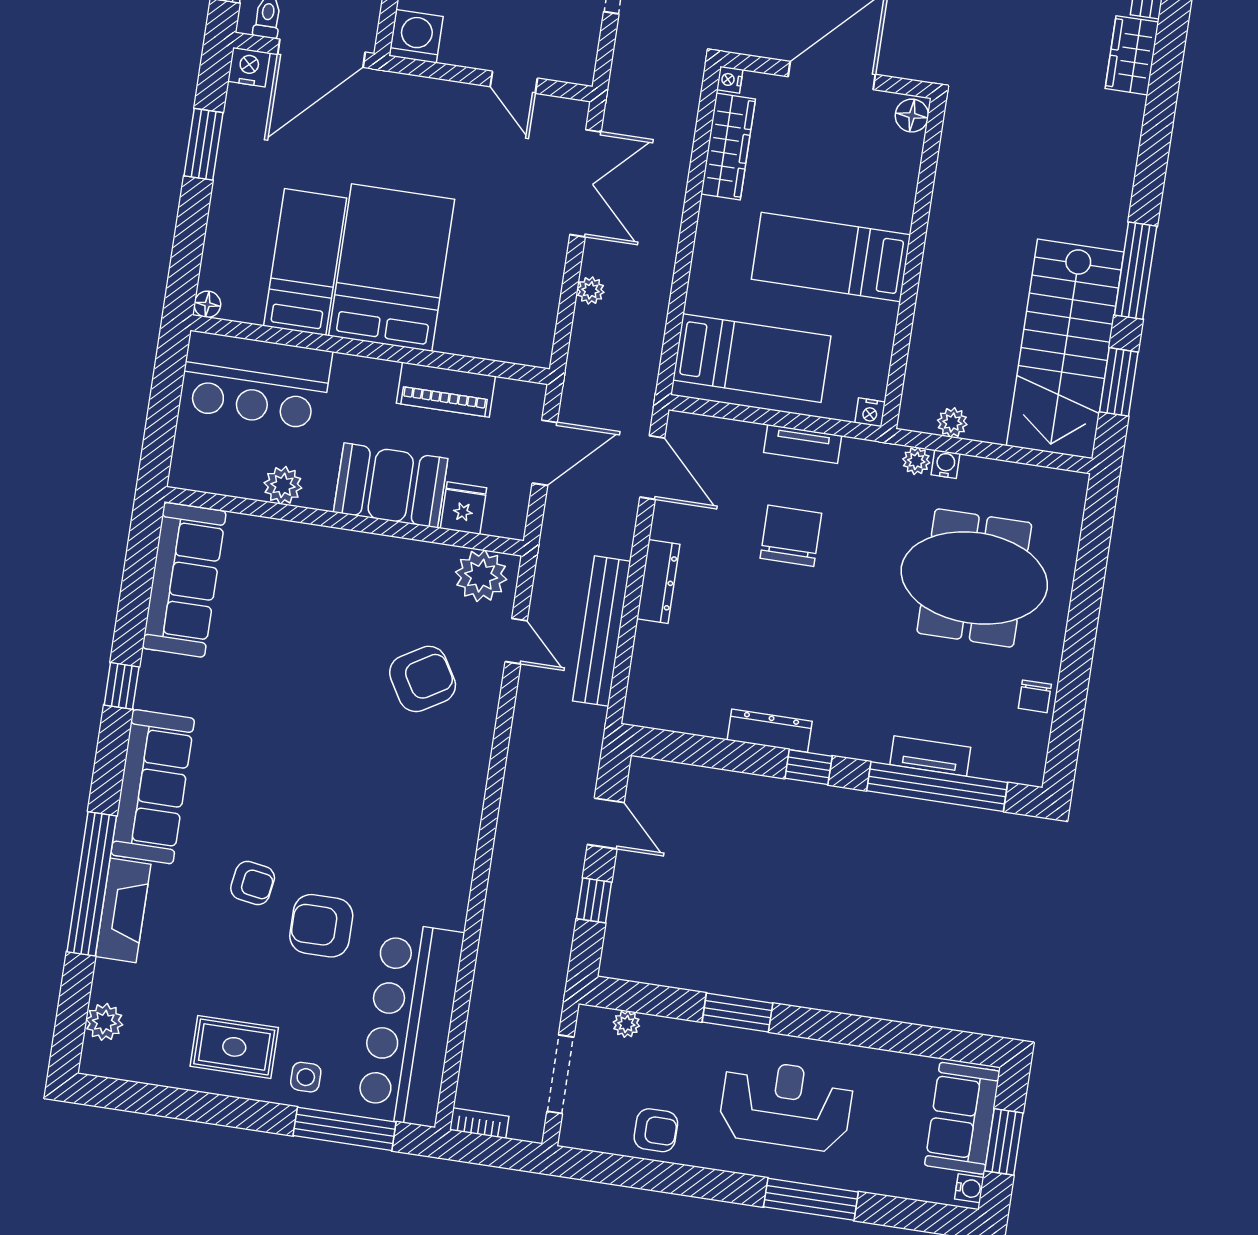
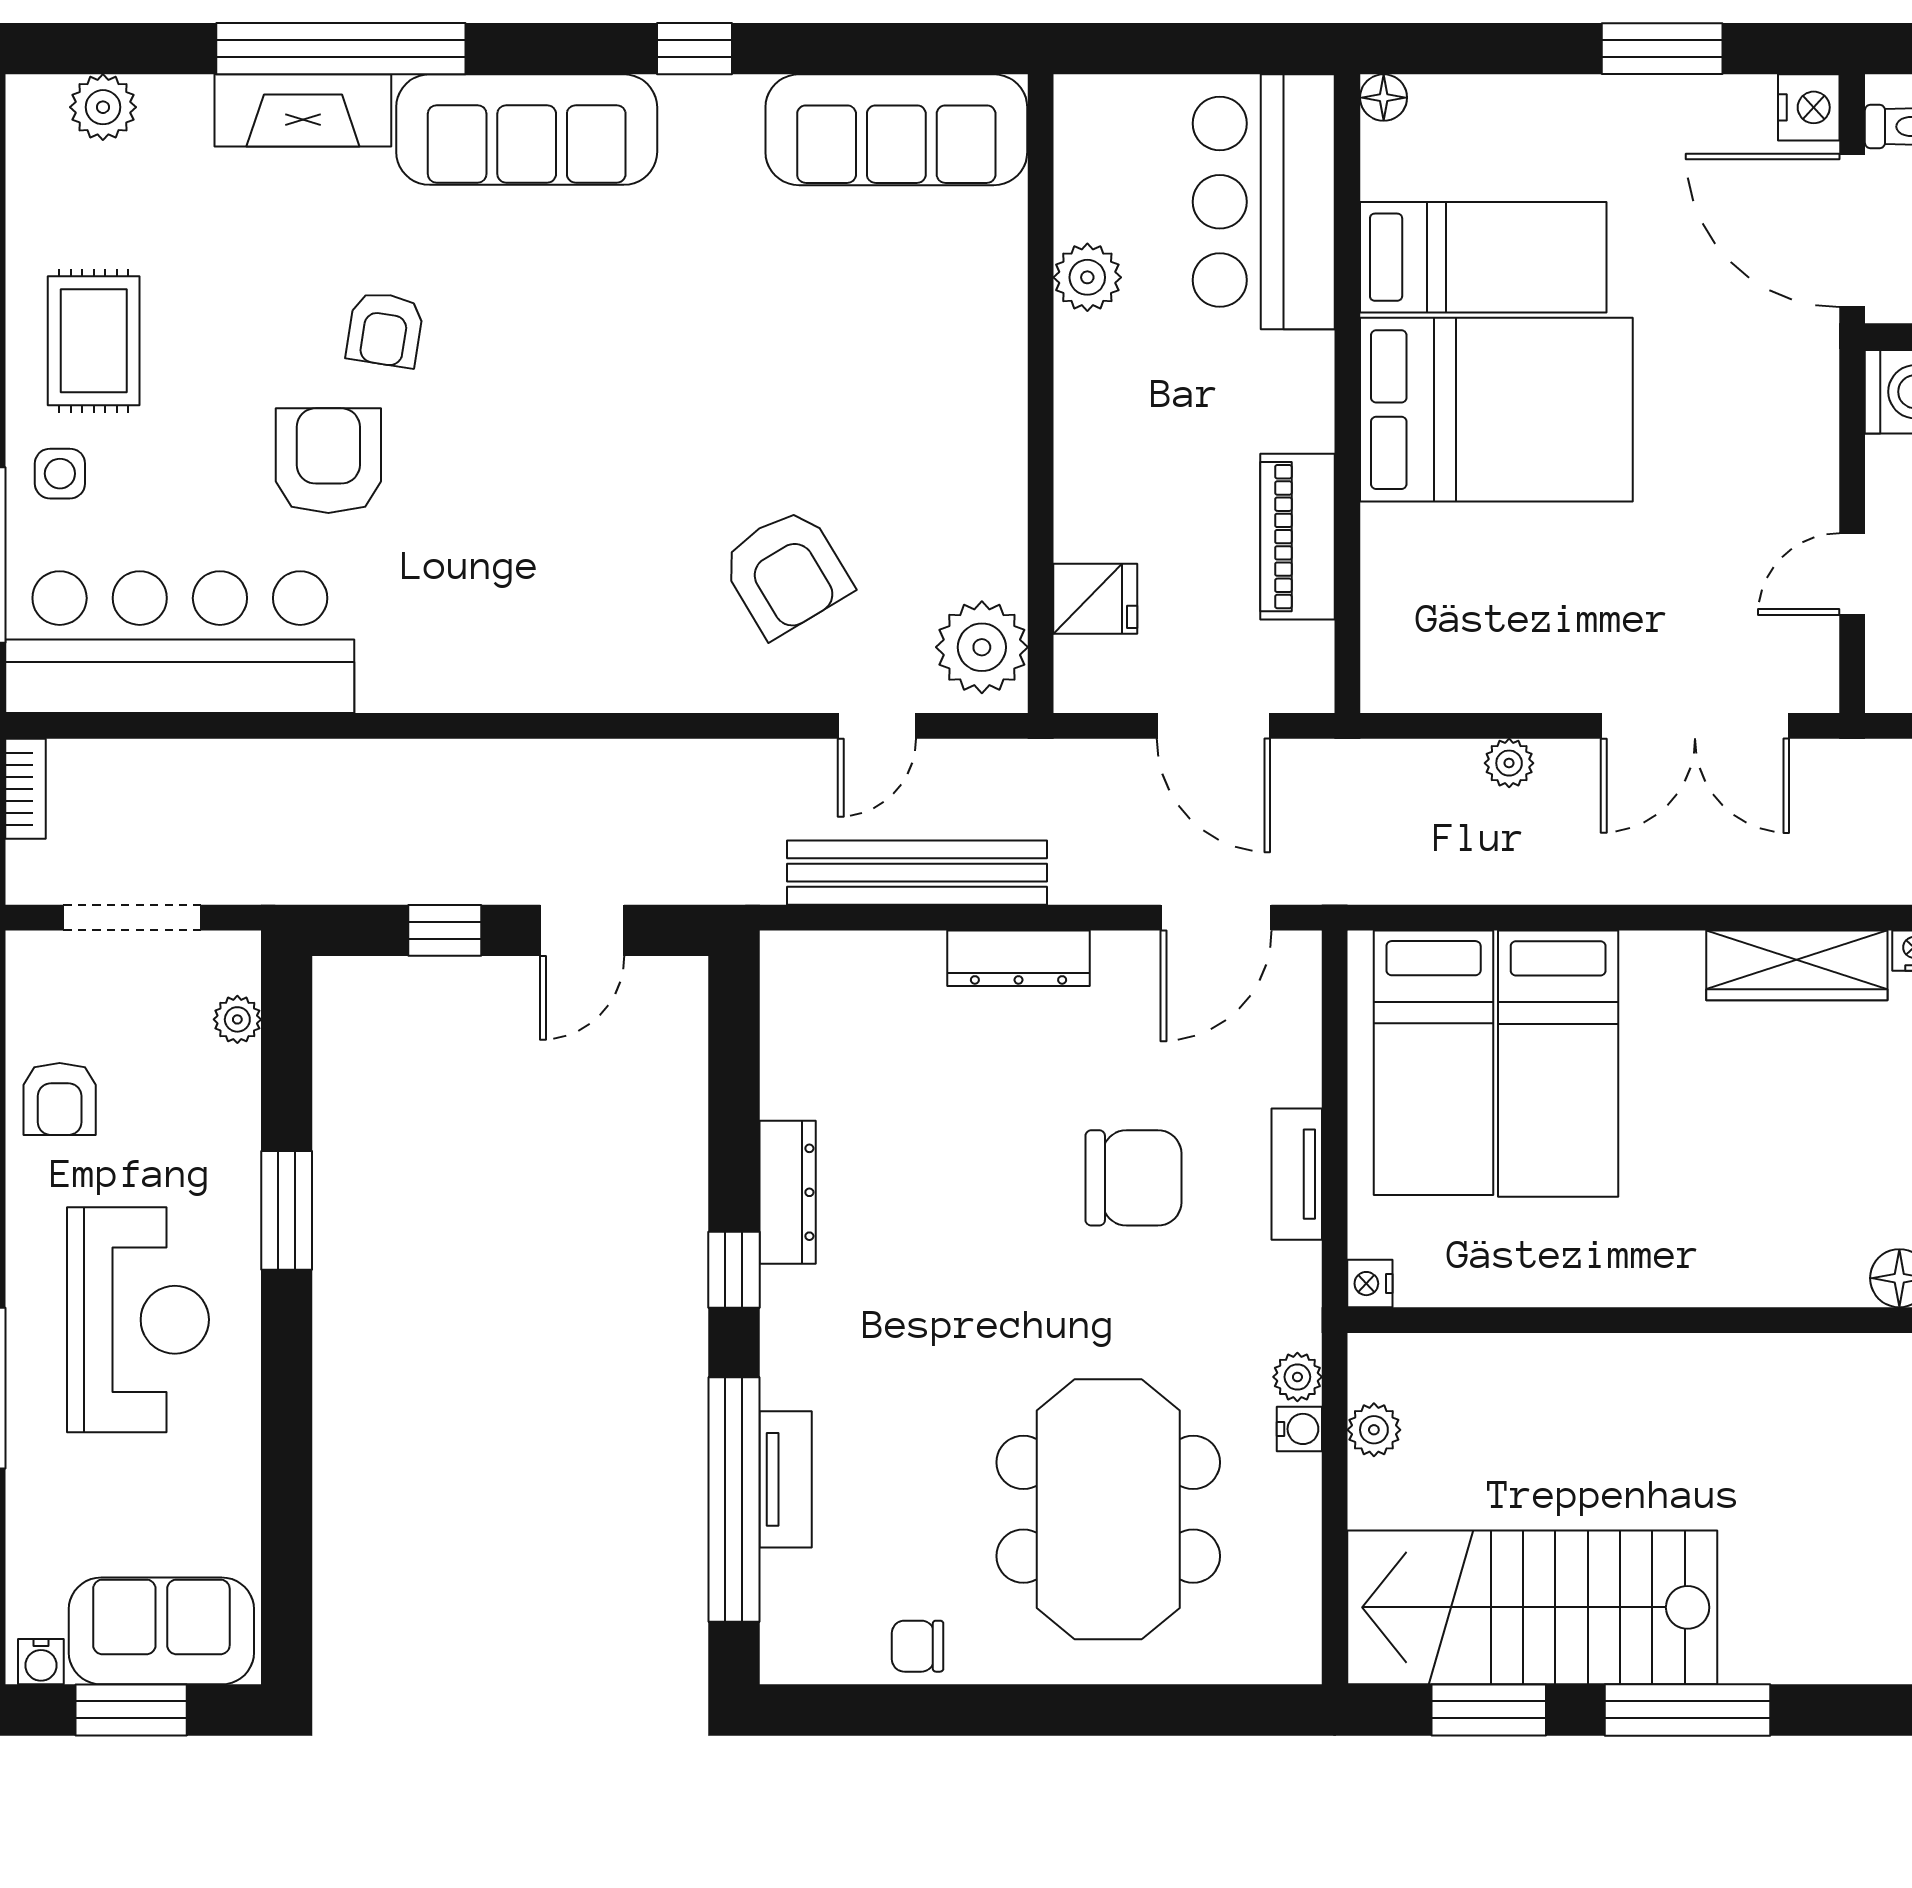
bed: (831, 257) -> (1558, 1064), moved, turned 180
booth: (391, 485) -> (1116, 466), removed

